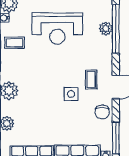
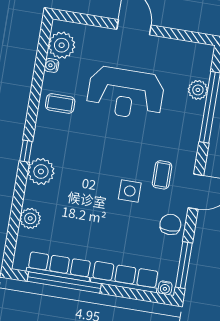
plant: (106, 29) -> (198, 90), moved
chair: (102, 112) -> (170, 224), turned 180

